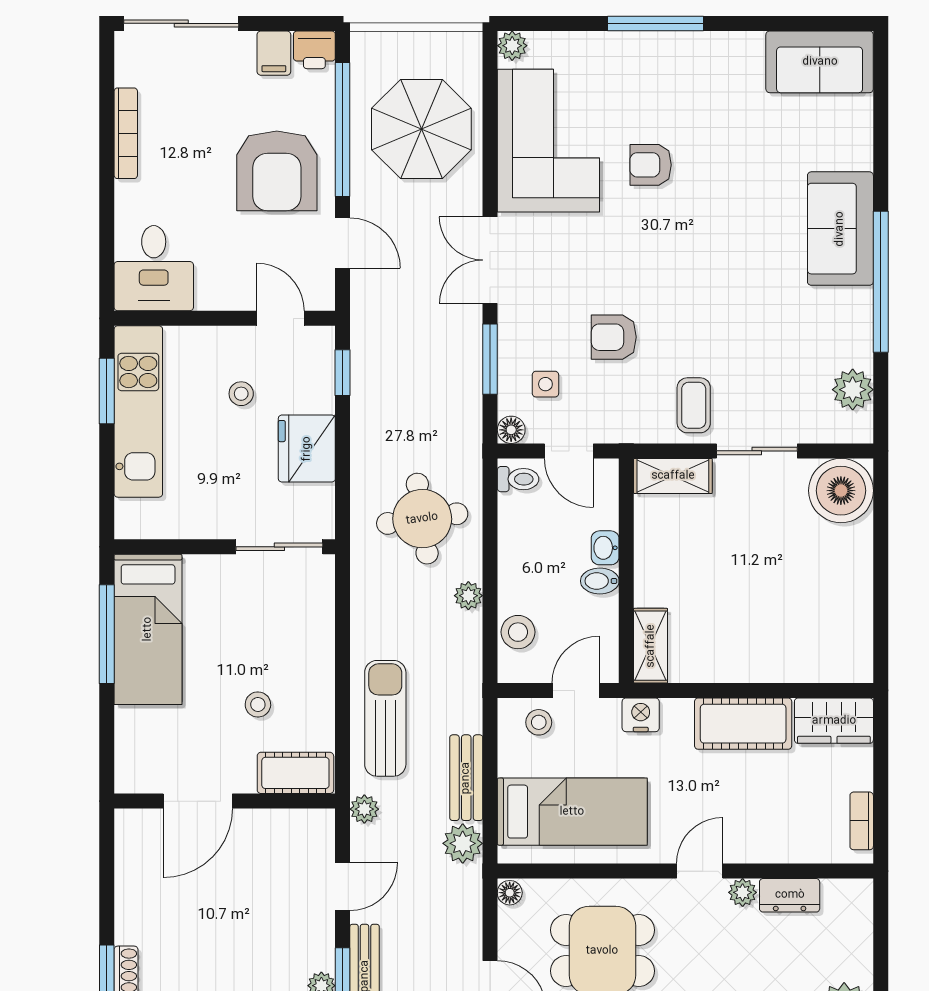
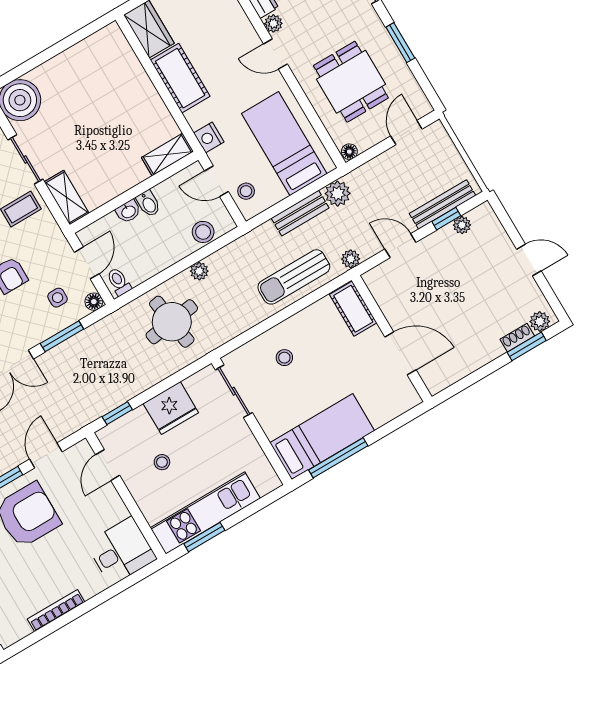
stool: (258, 704) -> (284, 358), moved

